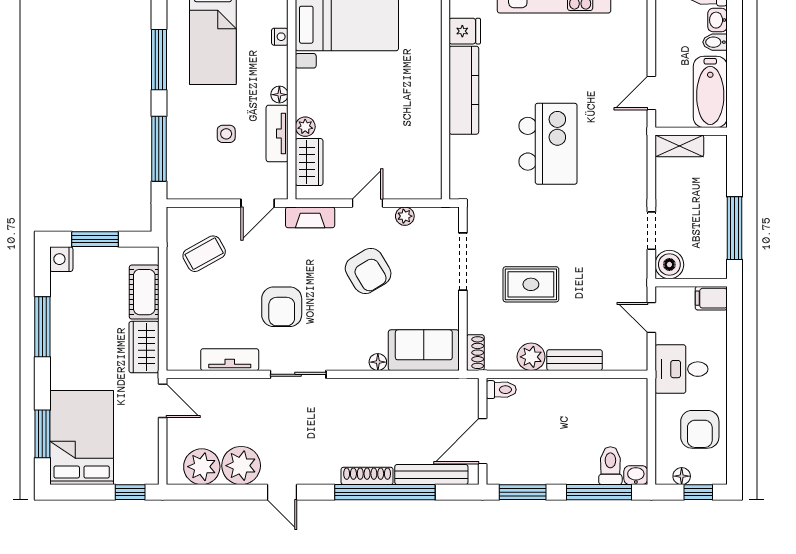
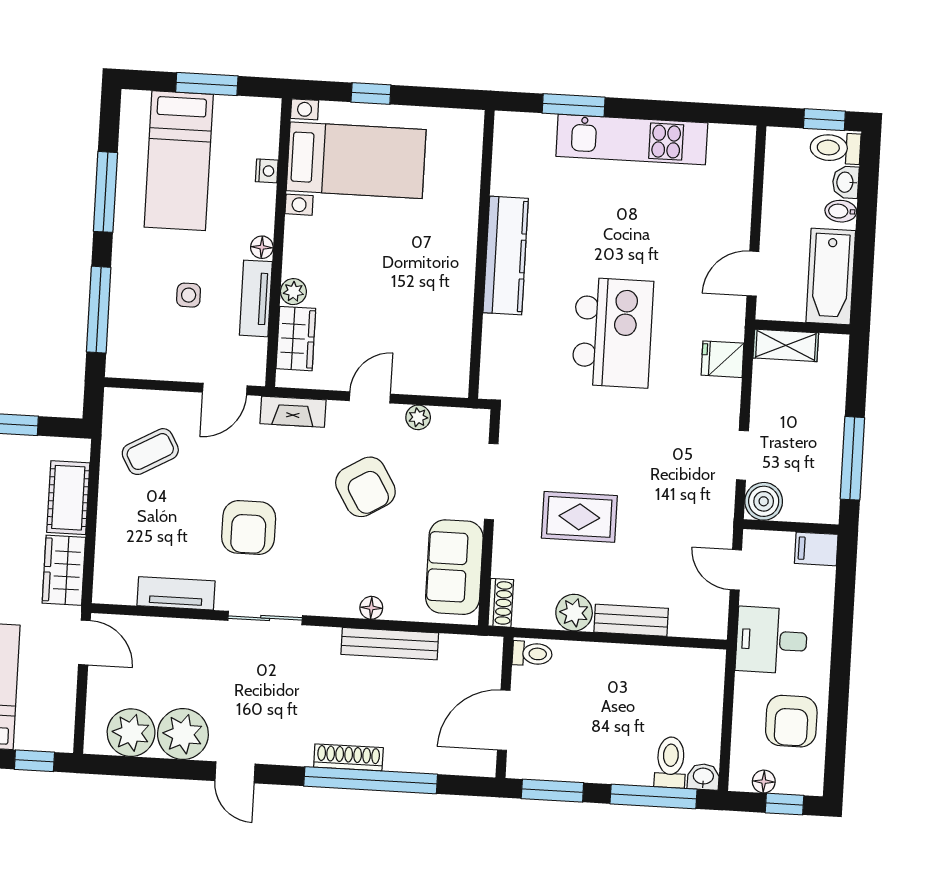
fridge: (465, 31) -> (722, 359), moved, turned 180
sofa: (424, 350) -> (454, 567), moved, turned -90
bench: (431, 475) -> (390, 644), moved

